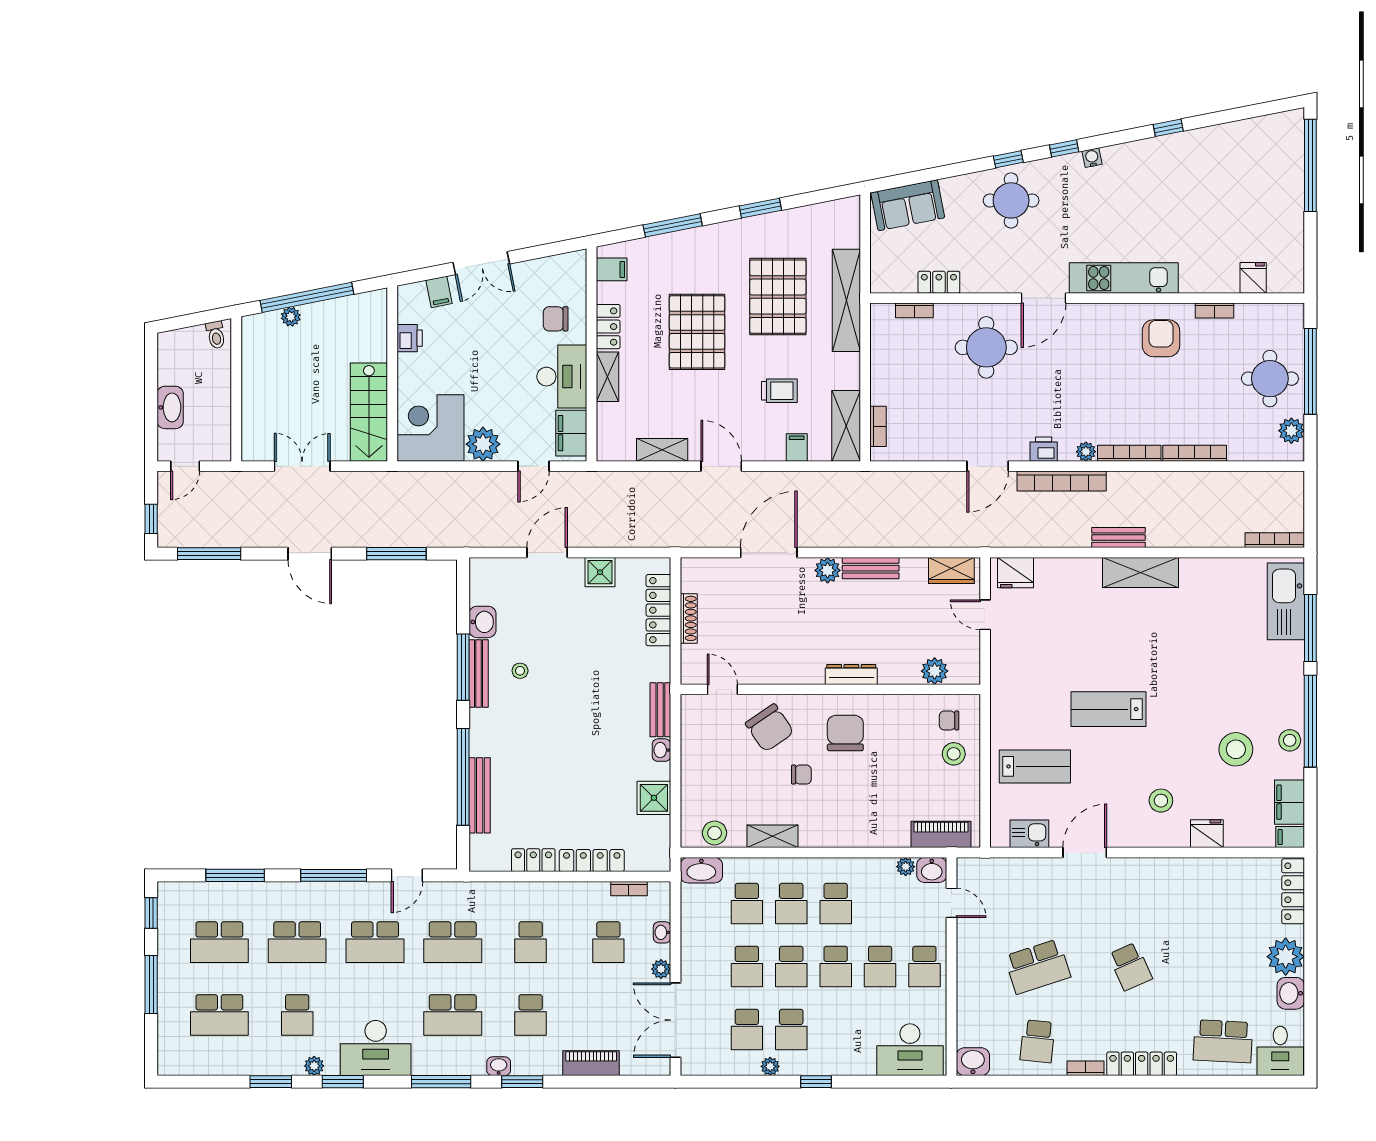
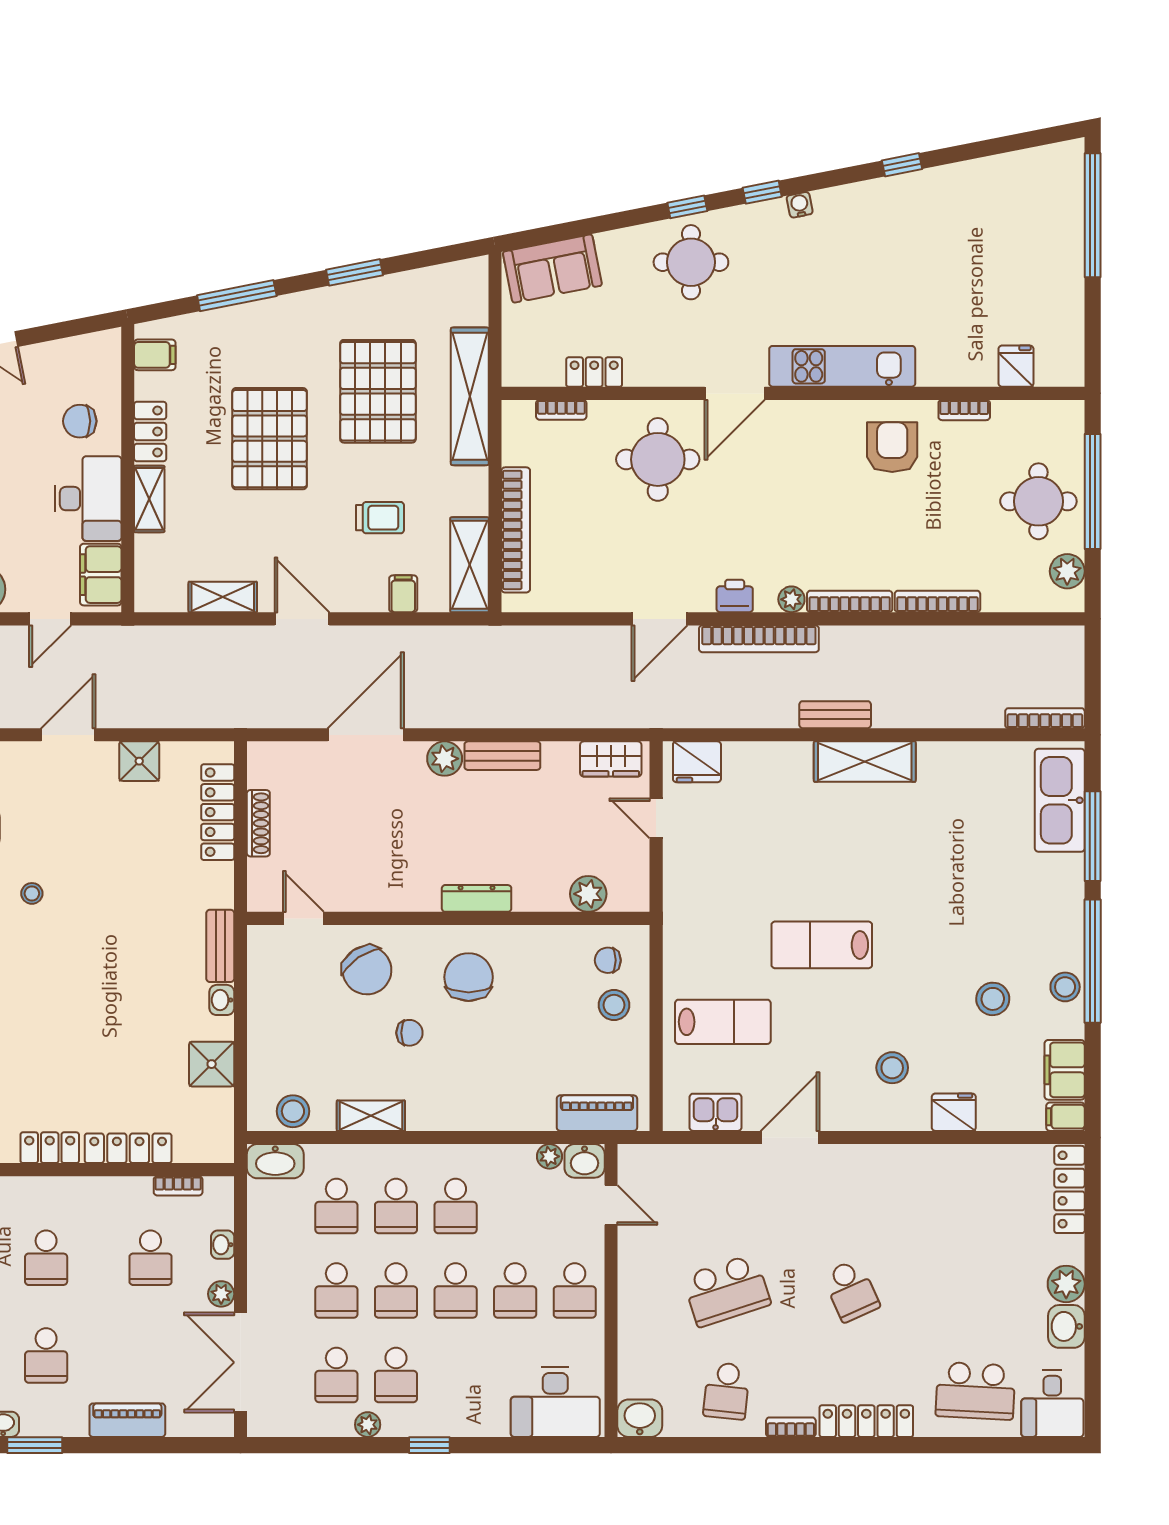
bookcase: (878, 426) -> (516, 530), width x2.31, depth x1.31
stool: (1236, 749) -> (993, 999), width x0.73, depth x0.73
plant: (1286, 957) -> (1066, 1284), width x0.73, depth x0.73

